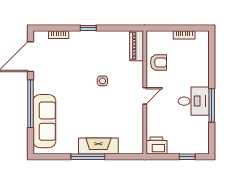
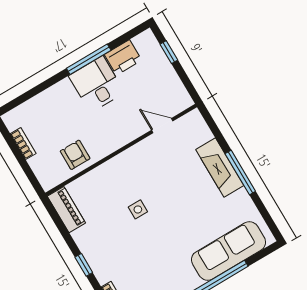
piano: (137, 46) -> (66, 210), moved, turned -90
door: (145, 96) -> (162, 126), moved
printer: (156, 145) -> (123, 57), moved, turned -90

